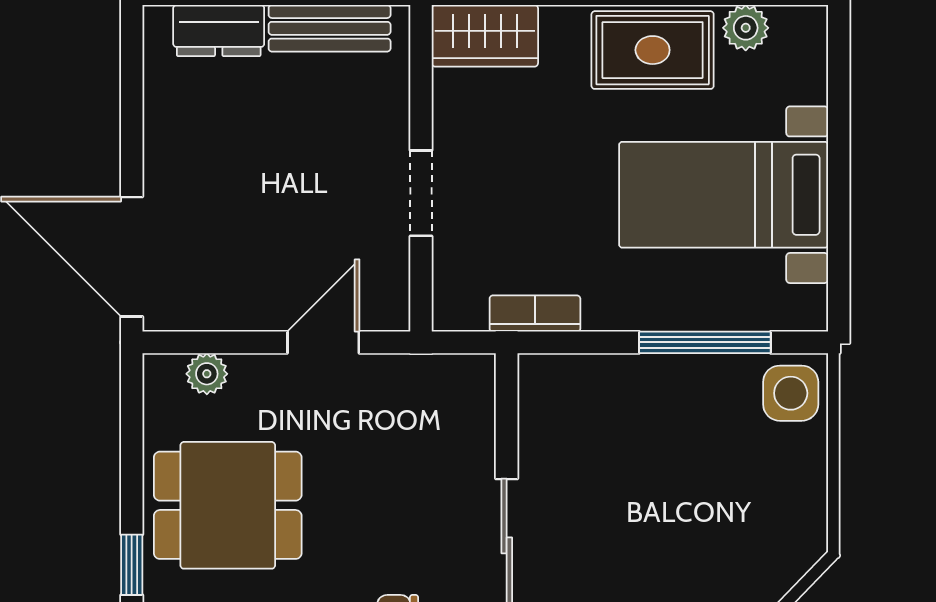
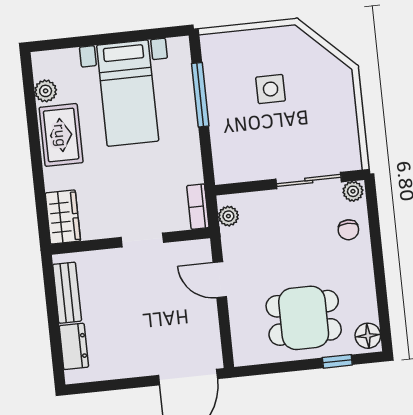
bookcase: (535, 314) -> (198, 207), moved
plant: (207, 374) -> (228, 216), moved
side table: (791, 393) -> (271, 89), moved
dining table: (228, 505) -> (304, 318), turned 90

